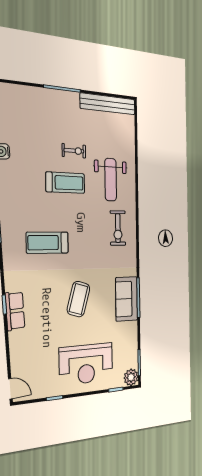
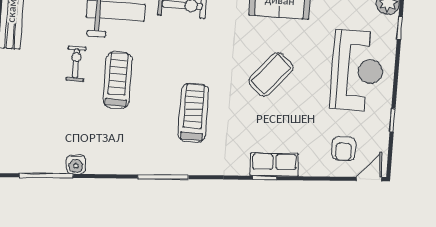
treadmill: (47, 243) -> (193, 113), turned 180
coffee table: (78, 299) -> (271, 74), turned -65
armchair: (31, 364) -> (344, 149), added

